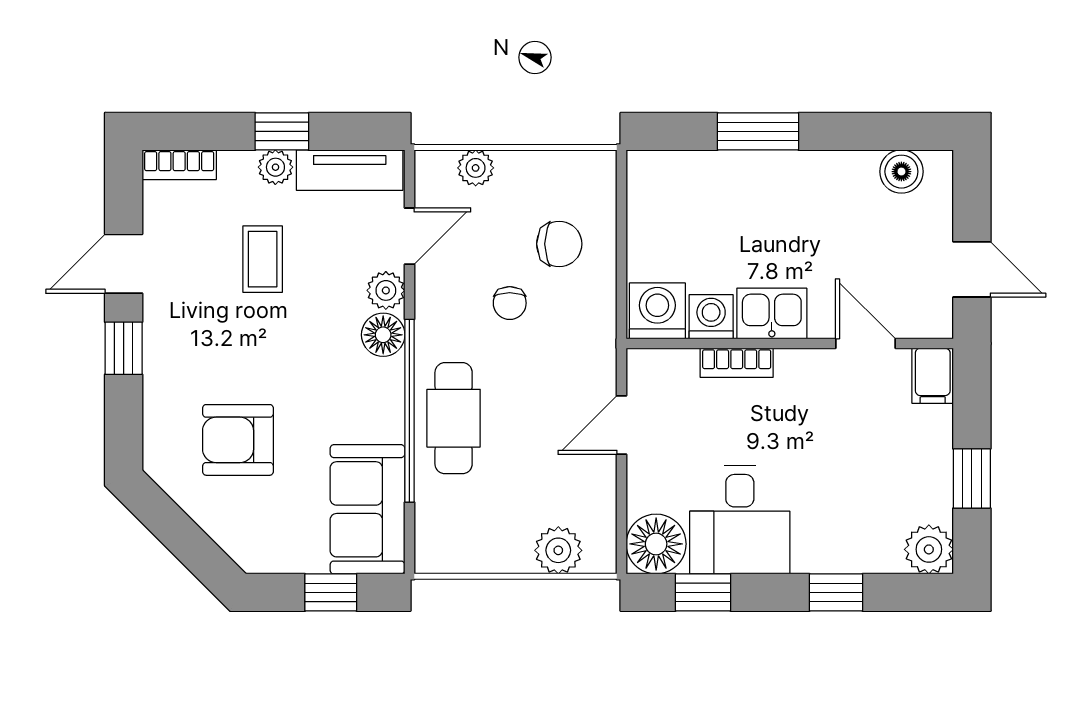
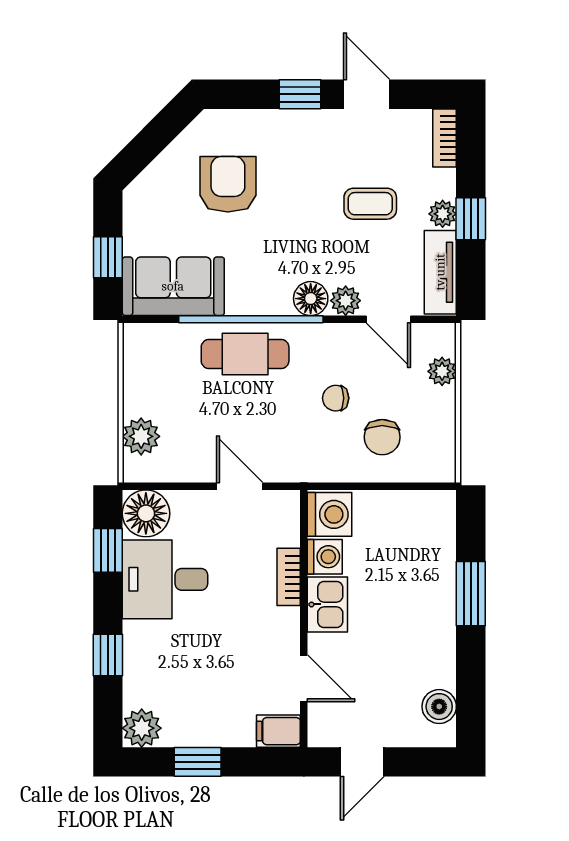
door: (865, 343) -> (304, 678), hinge flipped

